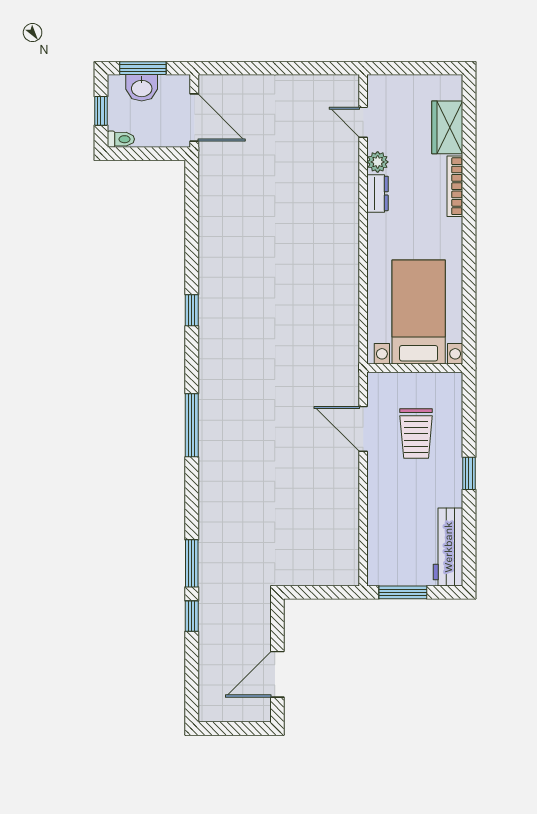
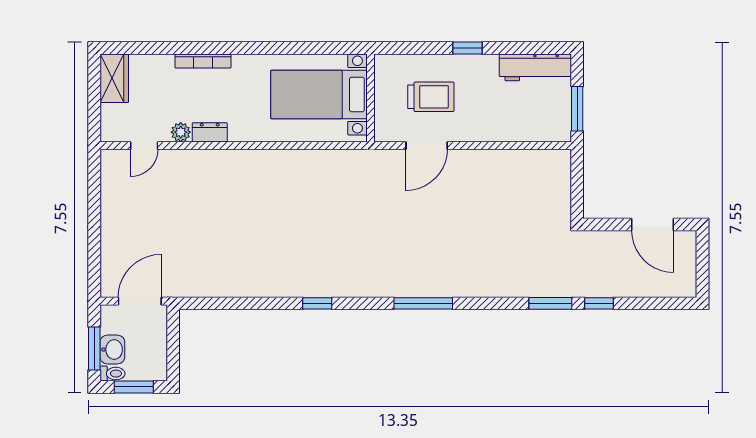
window: (101, 111) -> (134, 387), width x1.50
wardrobe: (447, 127) -> (114, 78), moved, turned -90
toilet: (121, 139) -> (112, 374), moved, turned 90

